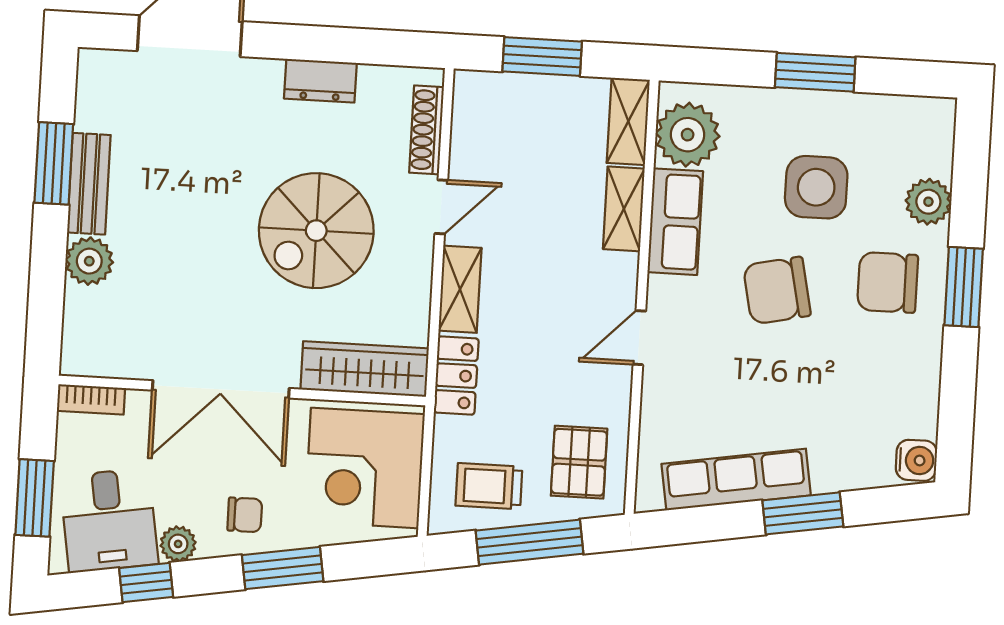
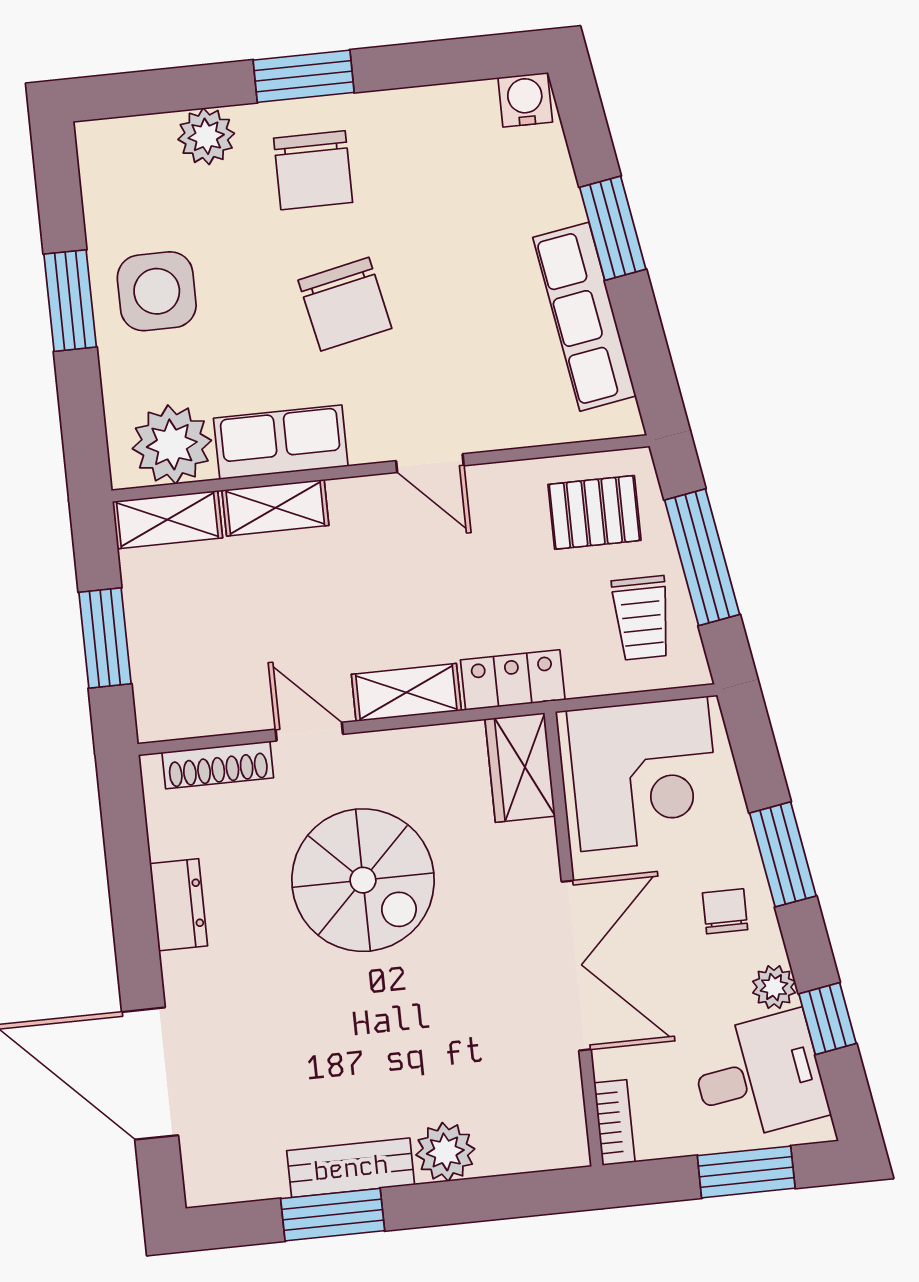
side table: (816, 187) -> (157, 291), moved
wardrobe: (365, 369) -> (520, 768), width x0.67

